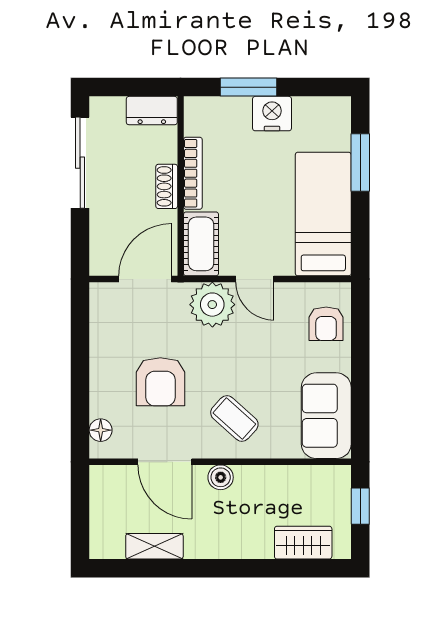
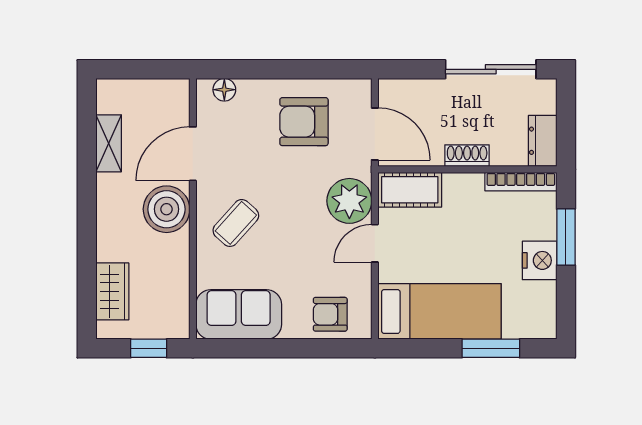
bookcase: (193, 173) -> (521, 182), moved
armchair: (160, 382) -> (304, 122), moved
boiler: (221, 477) -> (167, 209), width x1.86, depth x1.86

